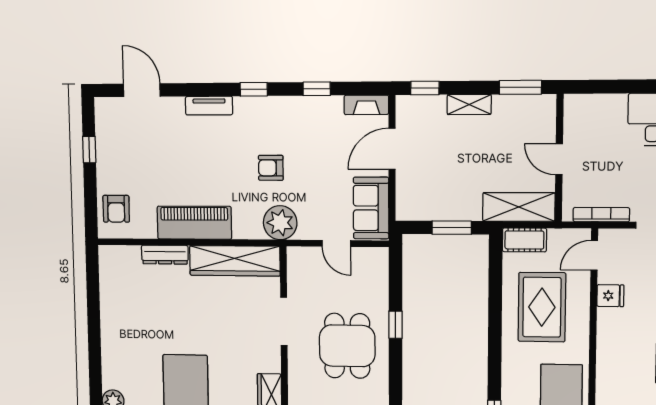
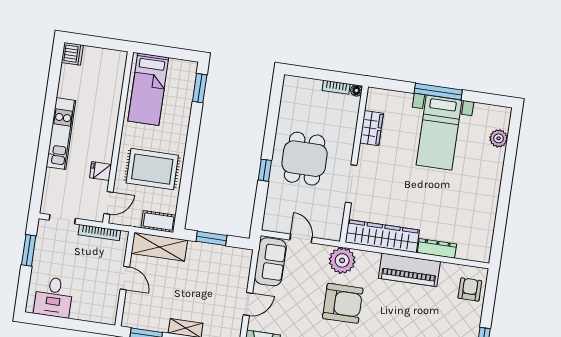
door: (392, 149) -> (248, 304), width x0.73
armchair: (271, 168) -> (343, 303), width x1.88, depth x1.88
rug: (542, 307) -> (152, 169), turned 90

